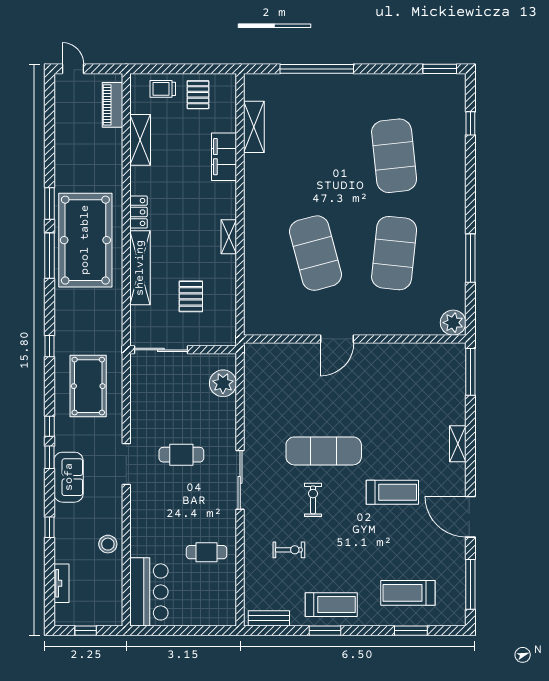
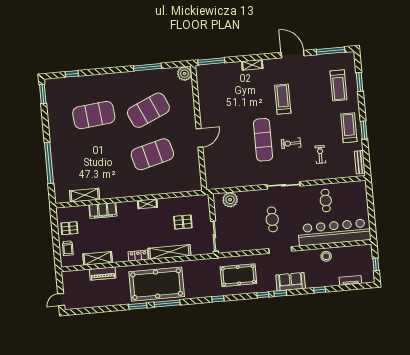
piano: (113, 105) -> (103, 274), moved
exercise mat: (394, 253) -> (148, 110), turned -30
door: (337, 339) -> (200, 138), hinge flipped
door: (470, 517) -> (293, 54), swing flipped
bar counter: (149, 592) -> (334, 232), width x1.86

